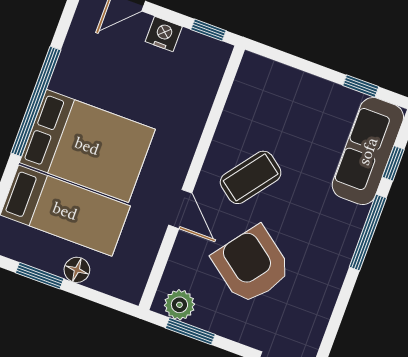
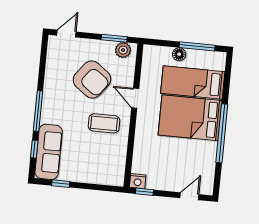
nightstand: (164, 34) -> (138, 181), moved
coffee table: (251, 177) -> (104, 123), turned 53
window: (40, 276) -> (197, 46), width x1.44

